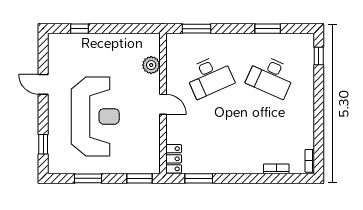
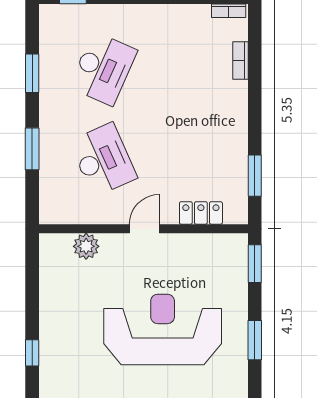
window: (197, 29) -> (32, 149), moved
locker: (174, 159) -> (201, 213), moved

